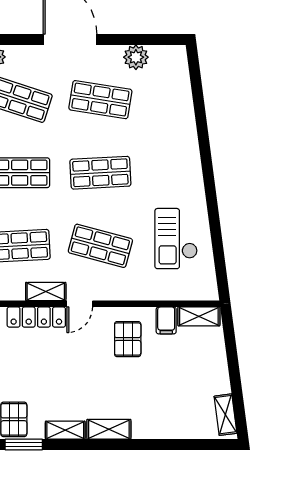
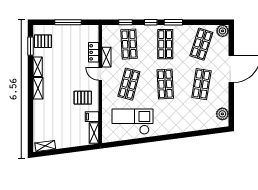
plant: (136, 57) -> (222, 114), moved
checkout: (176, 239) -> (133, 122), width x1.36, depth x1.21
locker: (36, 317) -> (94, 52), width x0.66

